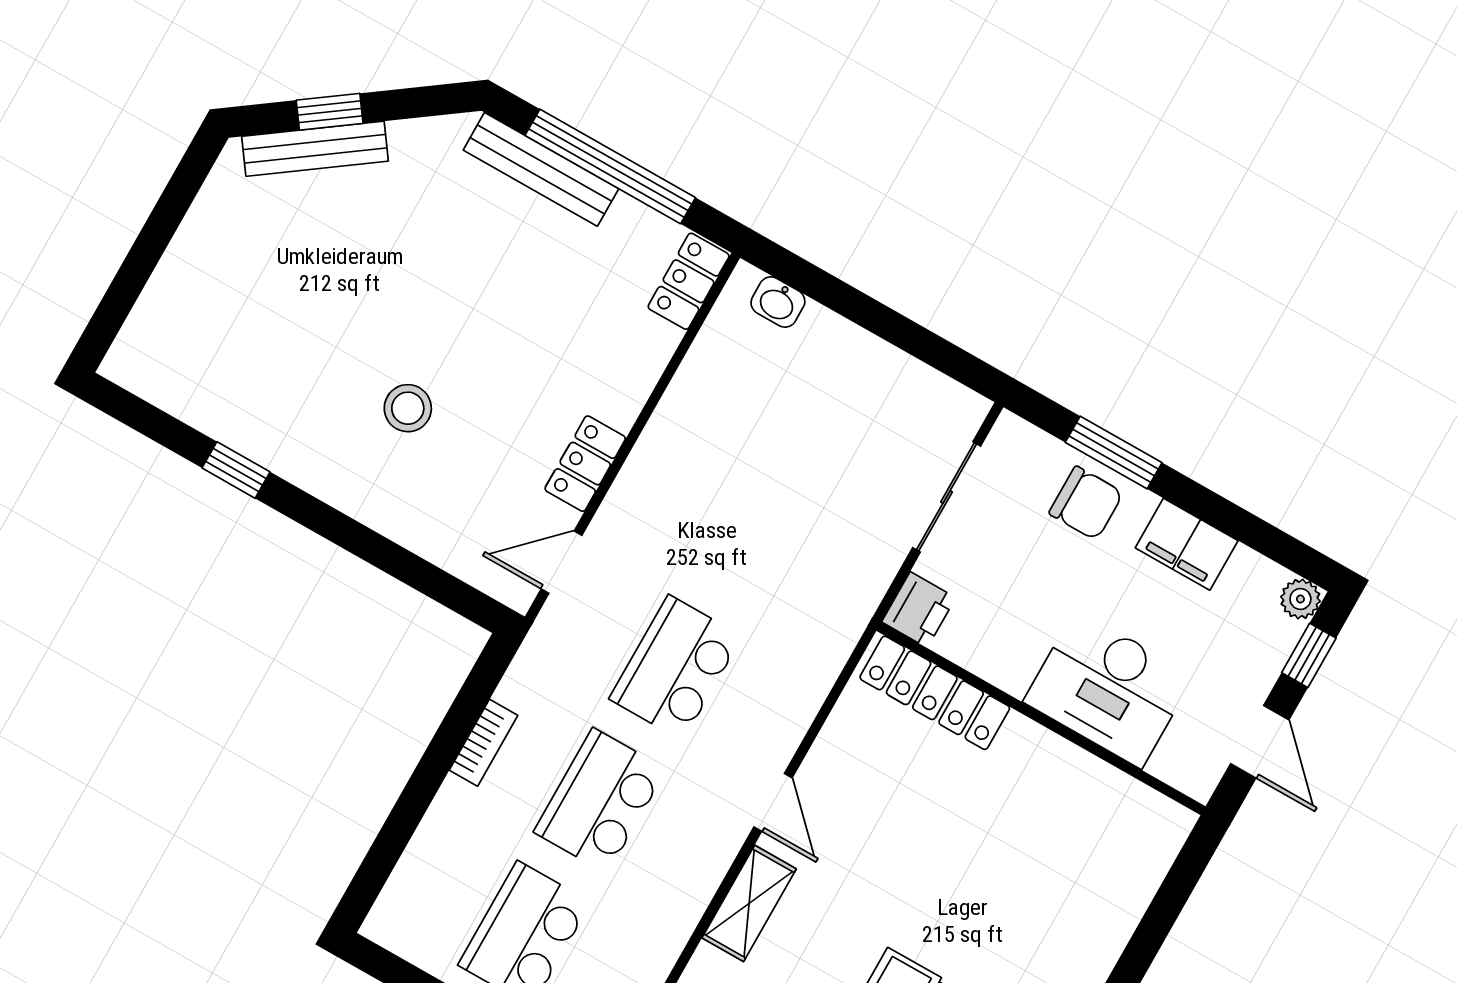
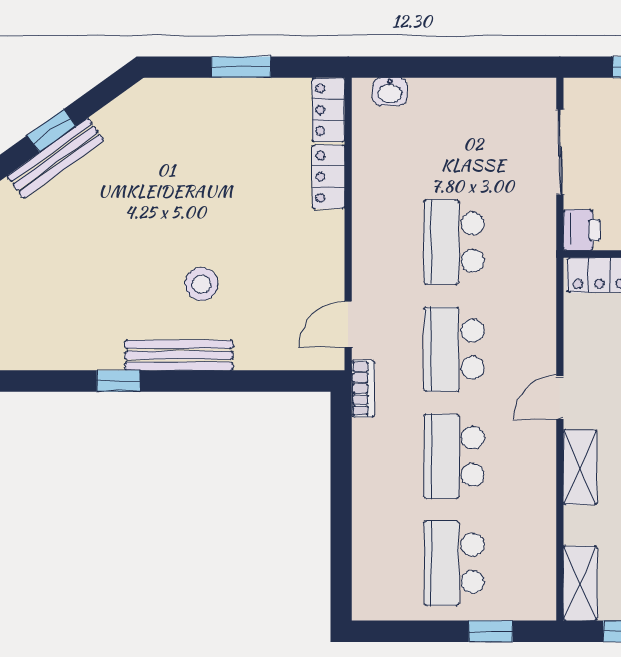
window: (610, 166) -> (241, 67), width x0.47
bench: (541, 169) -> (179, 355), moved
locker: (585, 464) -> (329, 177), moved
school desk: (751, 534) -> (454, 242), added
bookcase: (483, 743) -> (363, 389), moved
door: (773, 802) -> (560, 398), swing flipped

